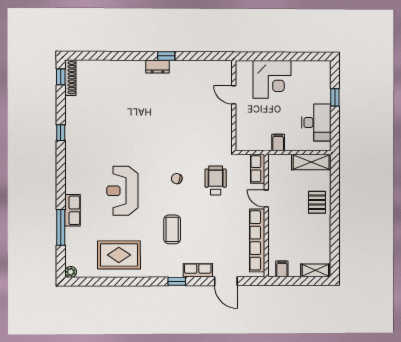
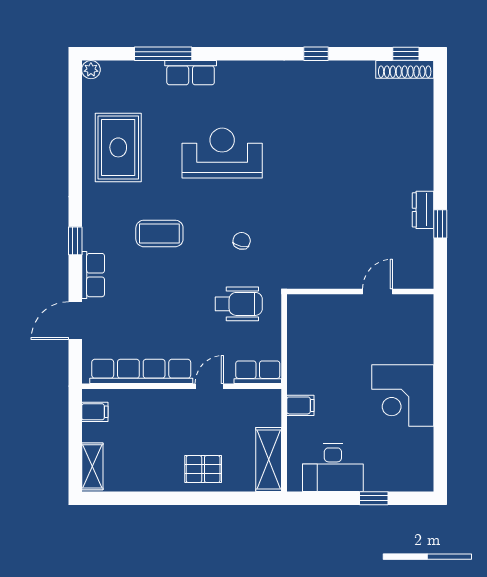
door: (234, 95) -> (378, 291), moved
wall: (234, 106) -> (360, 291), moved

